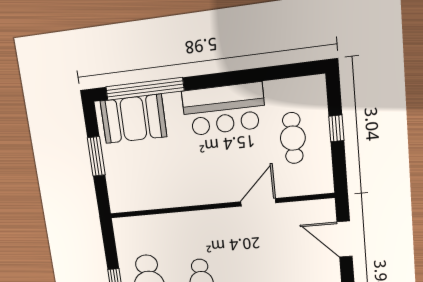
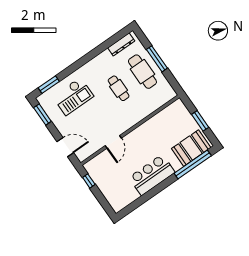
window: (336, 128) -> (89, 181), moved
cafe table: (293, 138) -> (114, 179), removed

